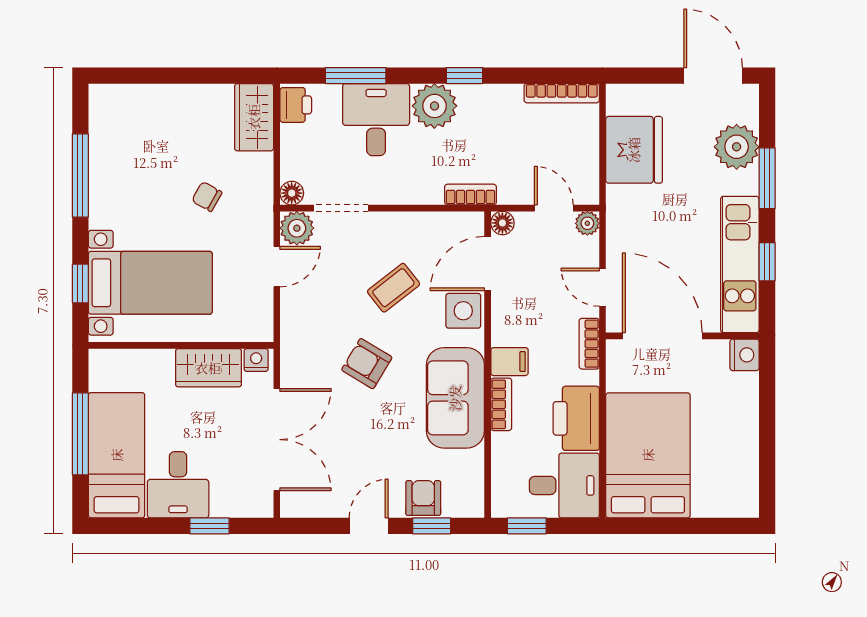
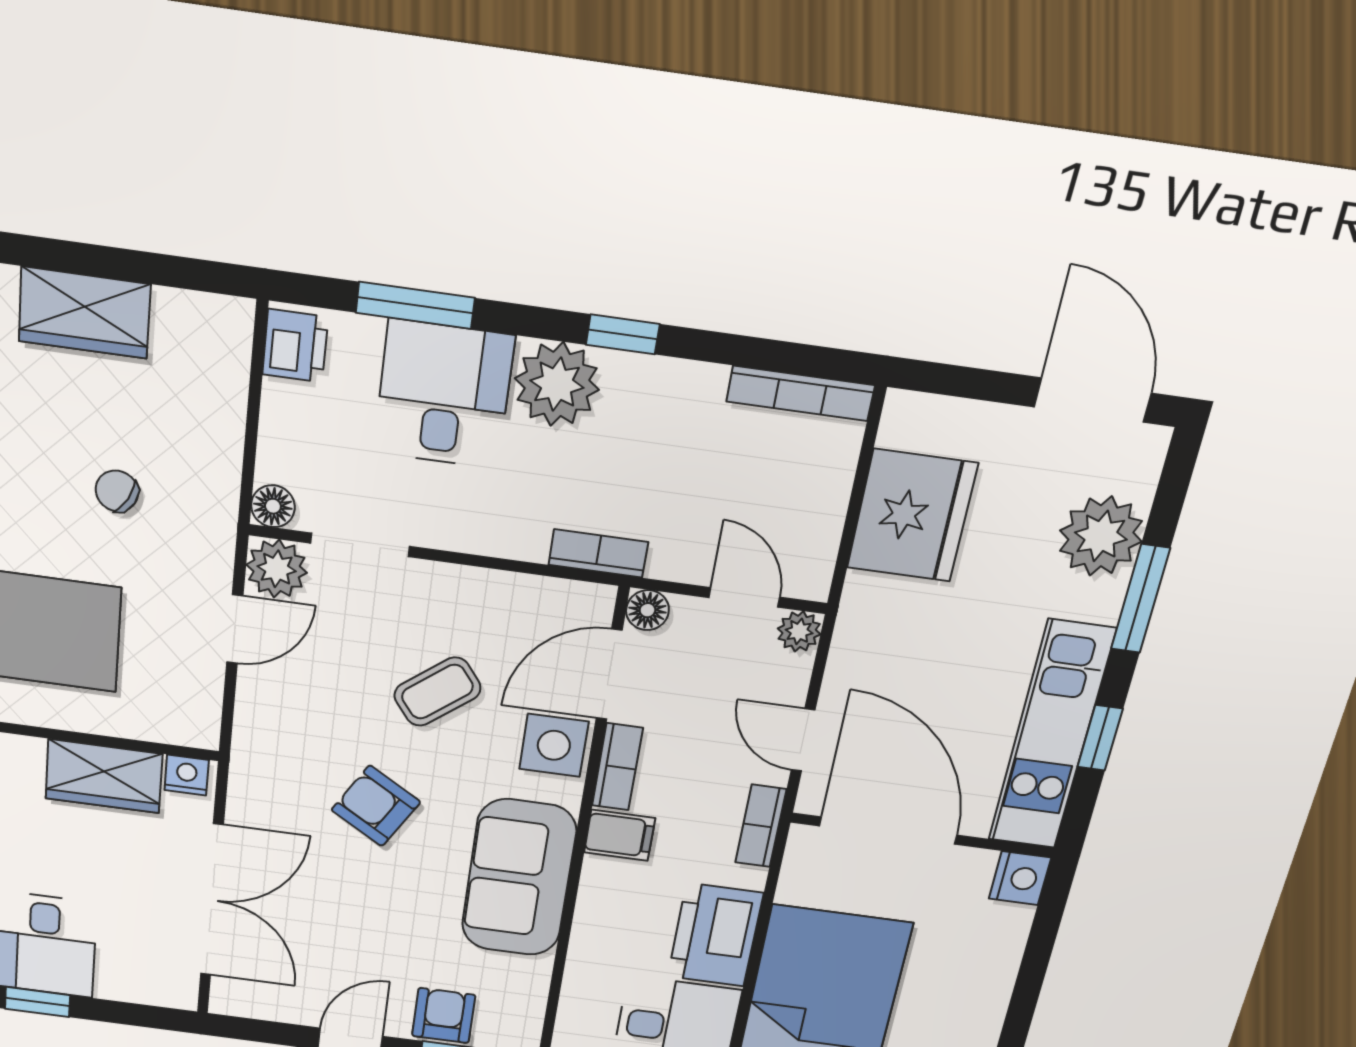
wardrobe: (254, 117) -> (84, 313), moved, turned -90
bookcase: (501, 404) -> (617, 767), moved
window: (209, 526) -> (38, 1002), moved

